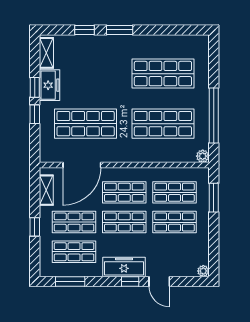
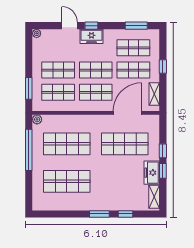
freezer: (124, 267) -> (91, 36), width x0.71

